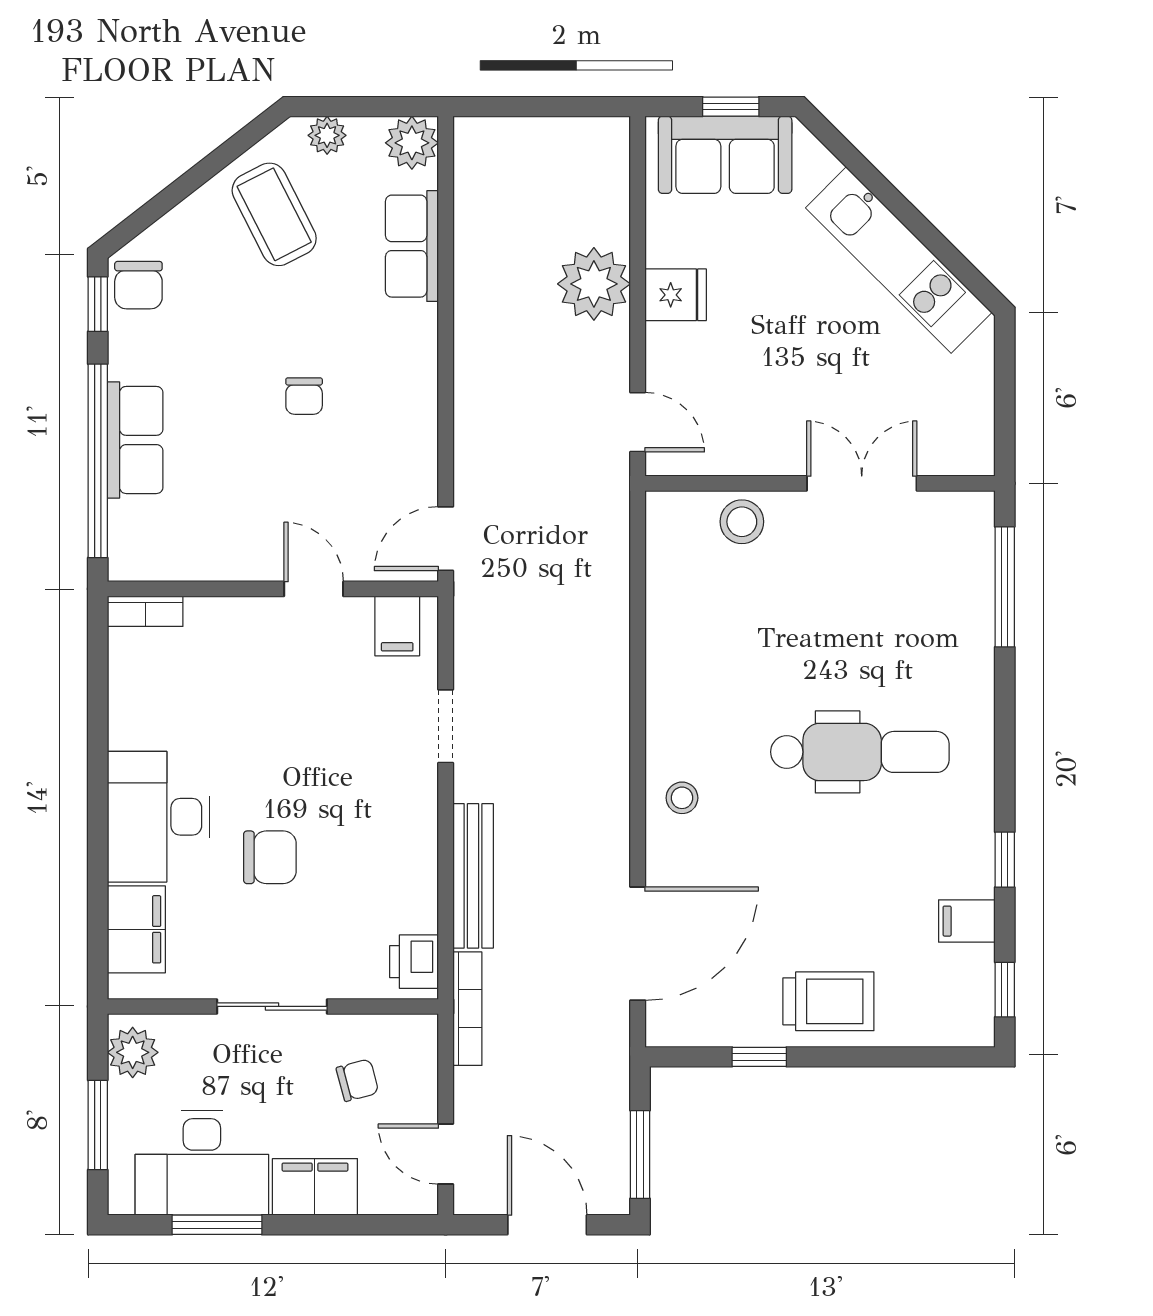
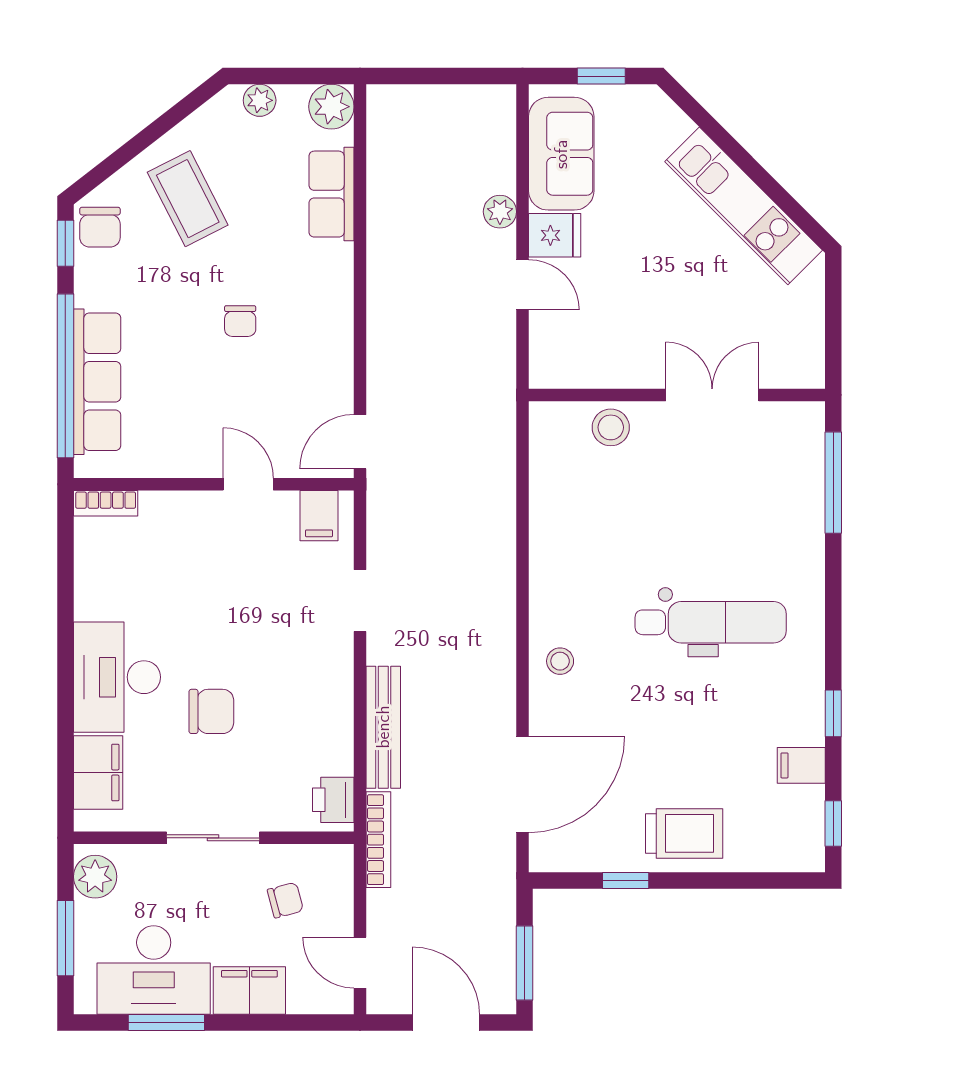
sofa: (725, 155) -> (561, 154), moved, turned -90
coffee table: (274, 214) -> (188, 199), moved
plant: (594, 284) -> (500, 212), width x0.53, depth x0.53
door: (638, 422) -> (523, 285), moved
row of seats: (135, 440) -> (97, 382), width x1.48

